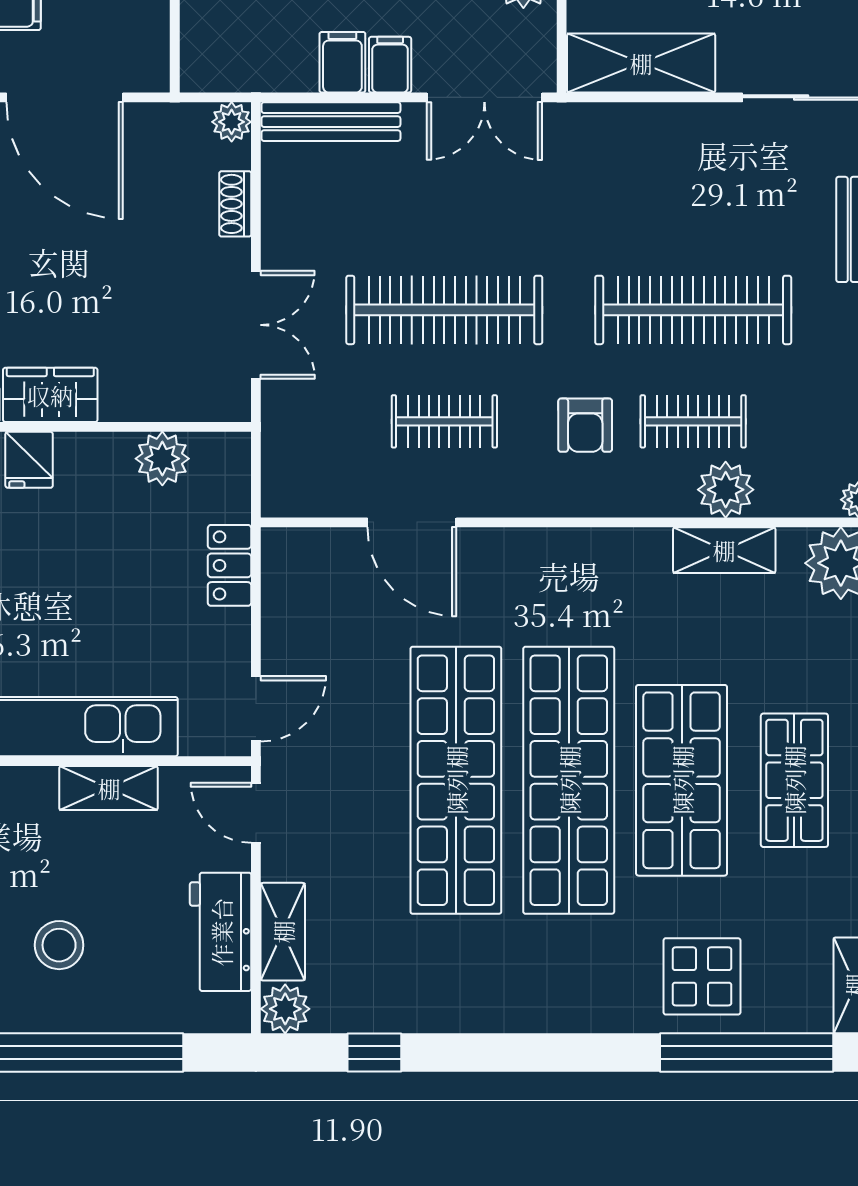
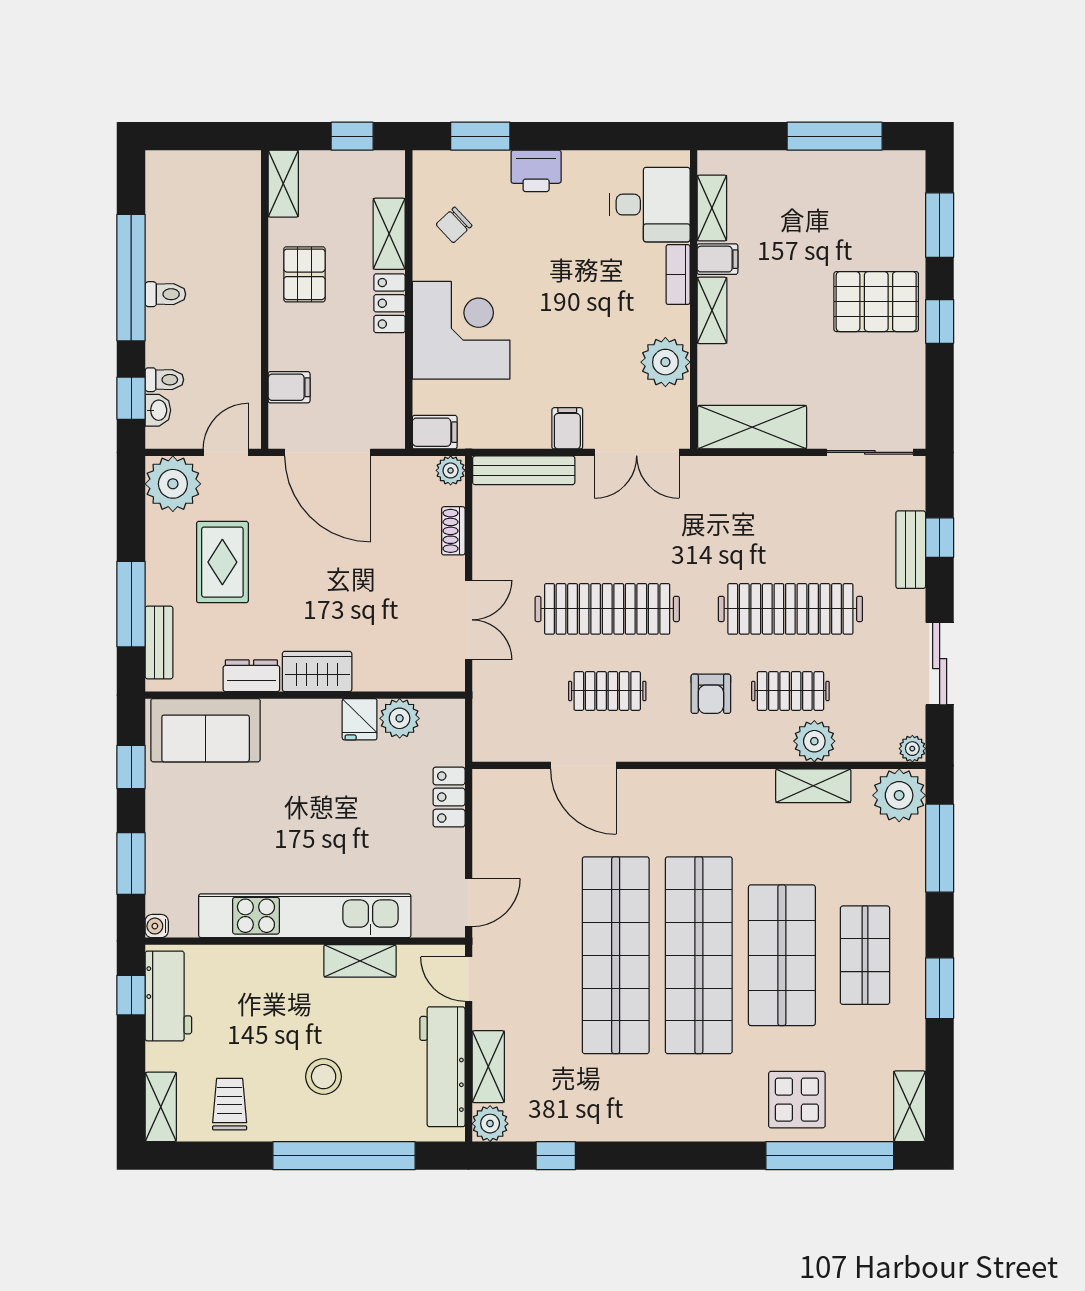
filing cabinet: (342, 62) -> (435, 432), moved, turned 90
fridge: (29, 460) -> (360, 719), moved
workbench: (221, 932) -> (442, 1067), width x1.37

